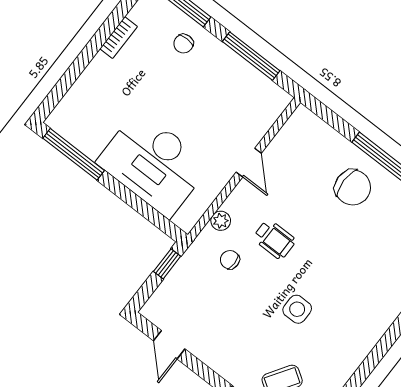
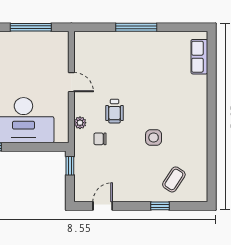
chair: (353, 187) -> (134, 54), removed
wheelchair: (274, 239) -> (115, 111), turned 90
door: (169, 345) -> (103, 206), swing flipped

